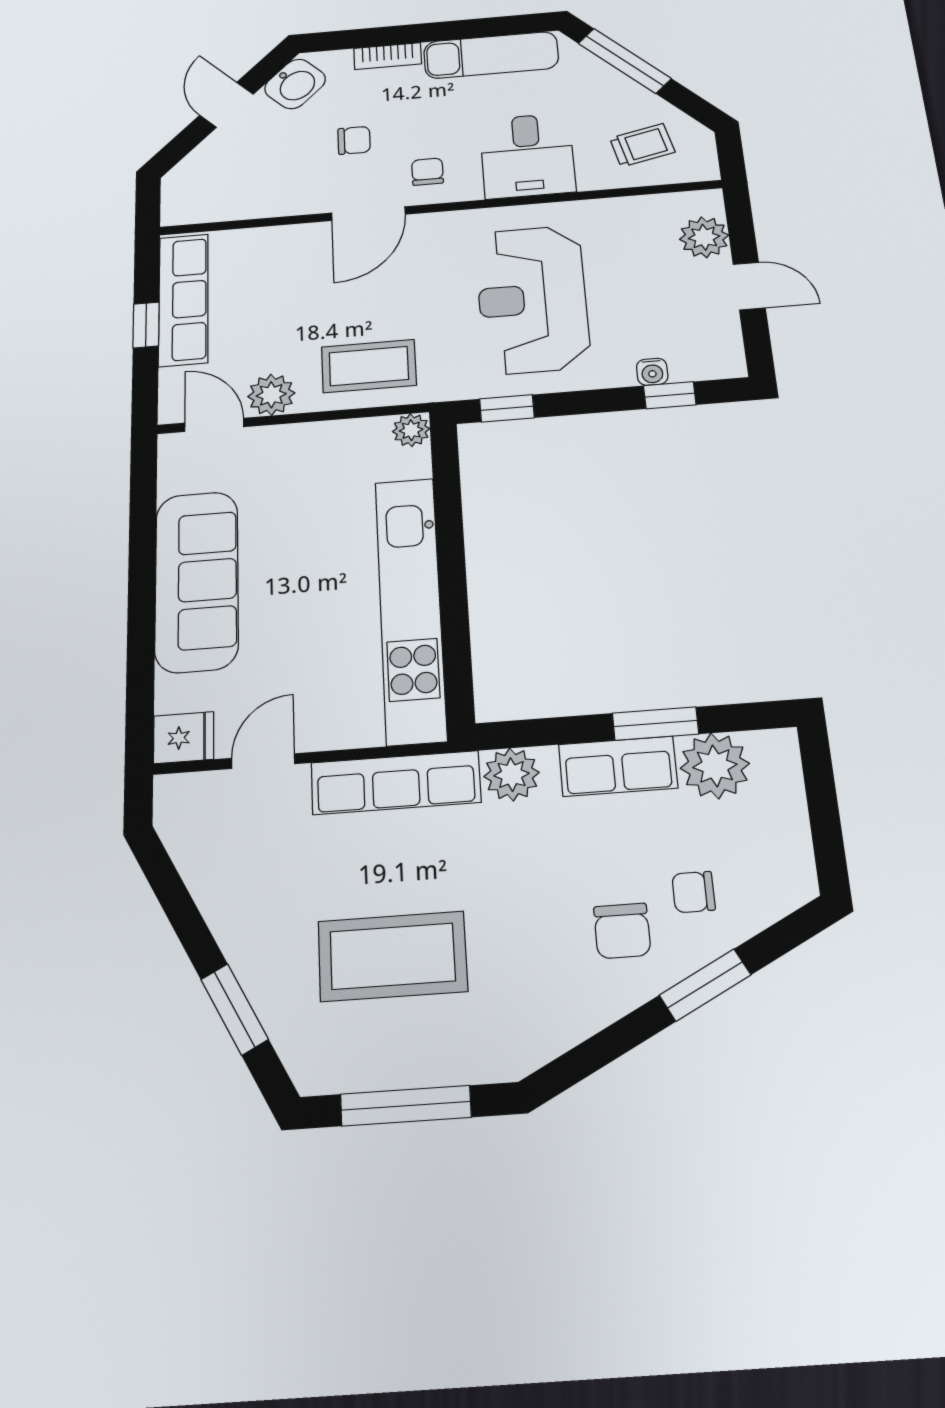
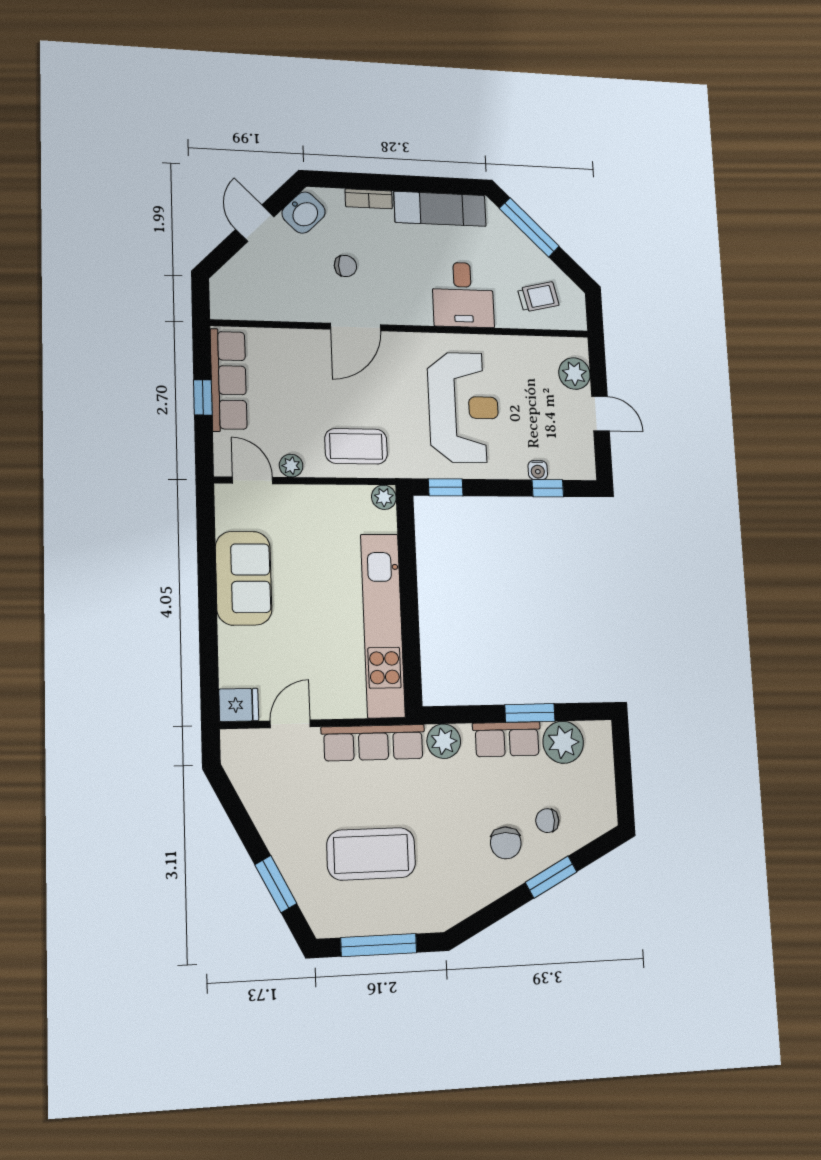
chair: (427, 172) -> (396, 299), removed
reception desk: (532, 299) -> (464, 407), turned 180
plant: (271, 395) -> (291, 466), width x0.73, depth x0.73
sofa: (197, 581) -> (244, 578), width x0.73

